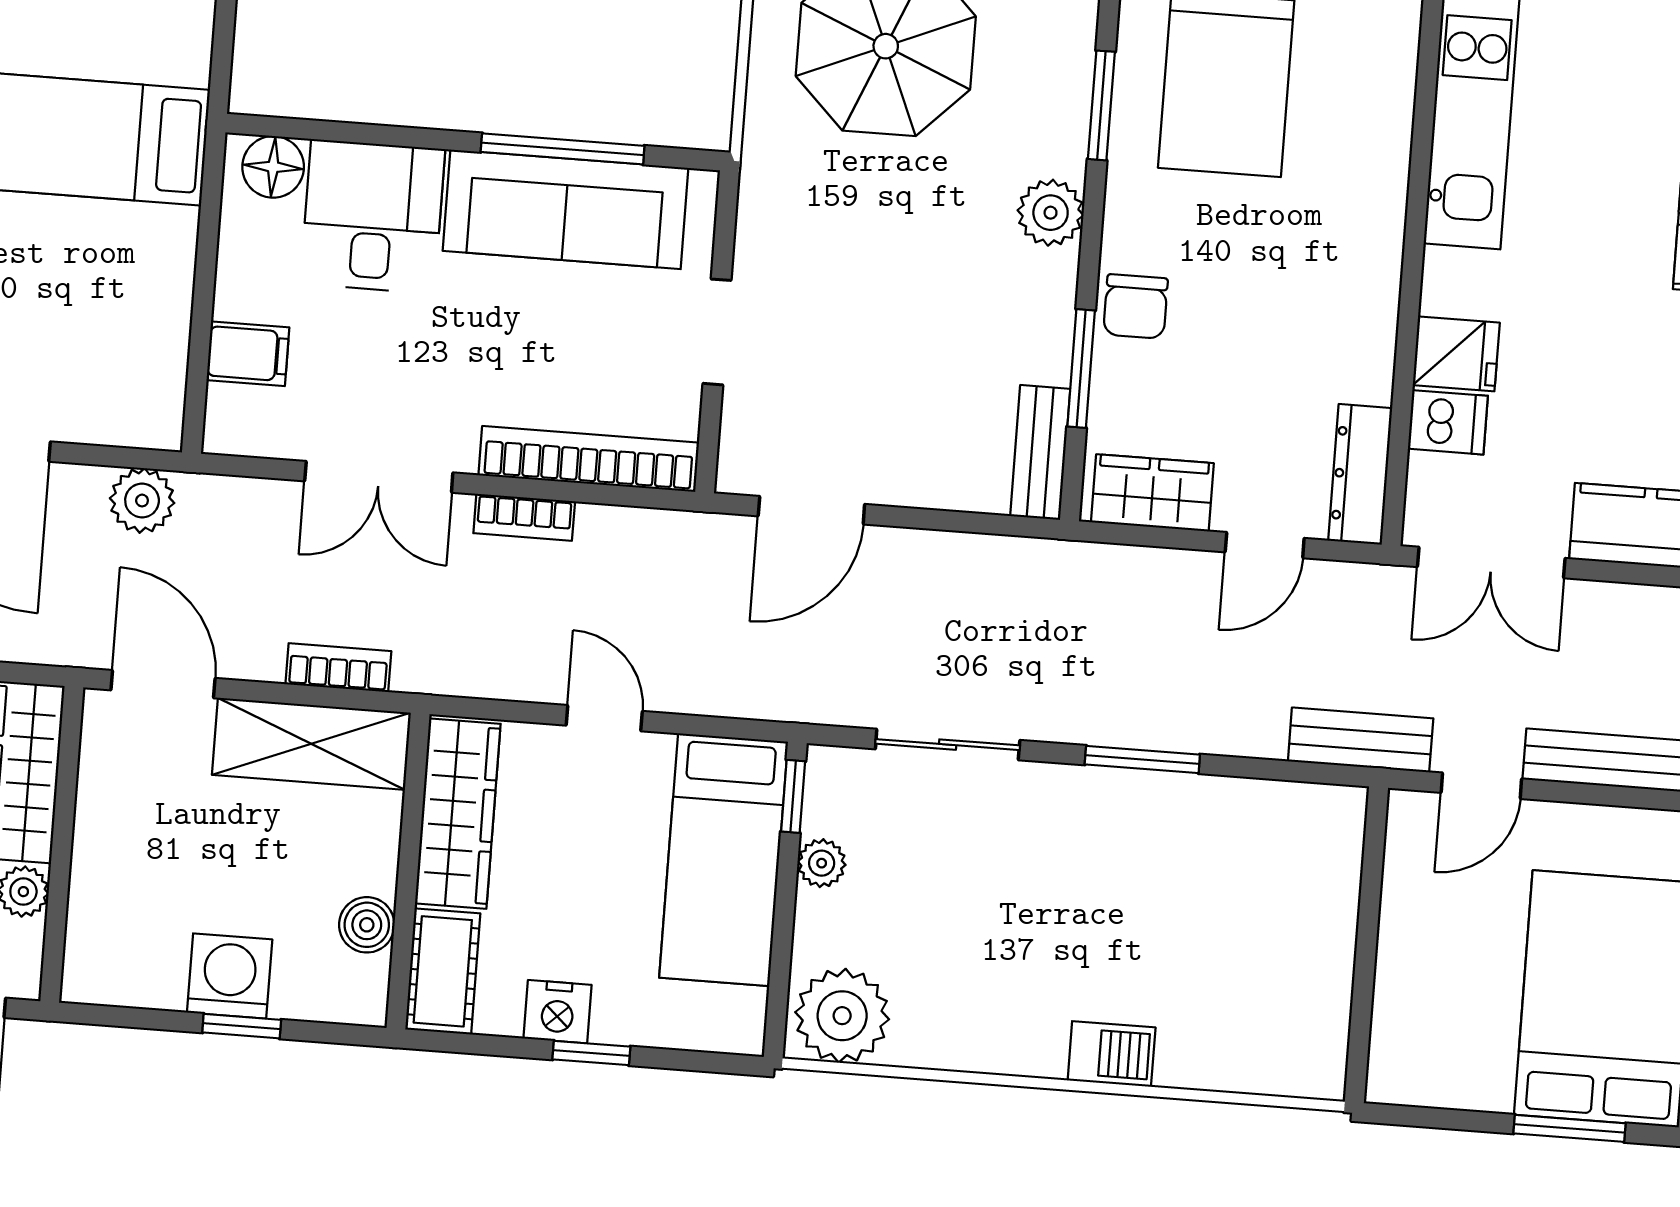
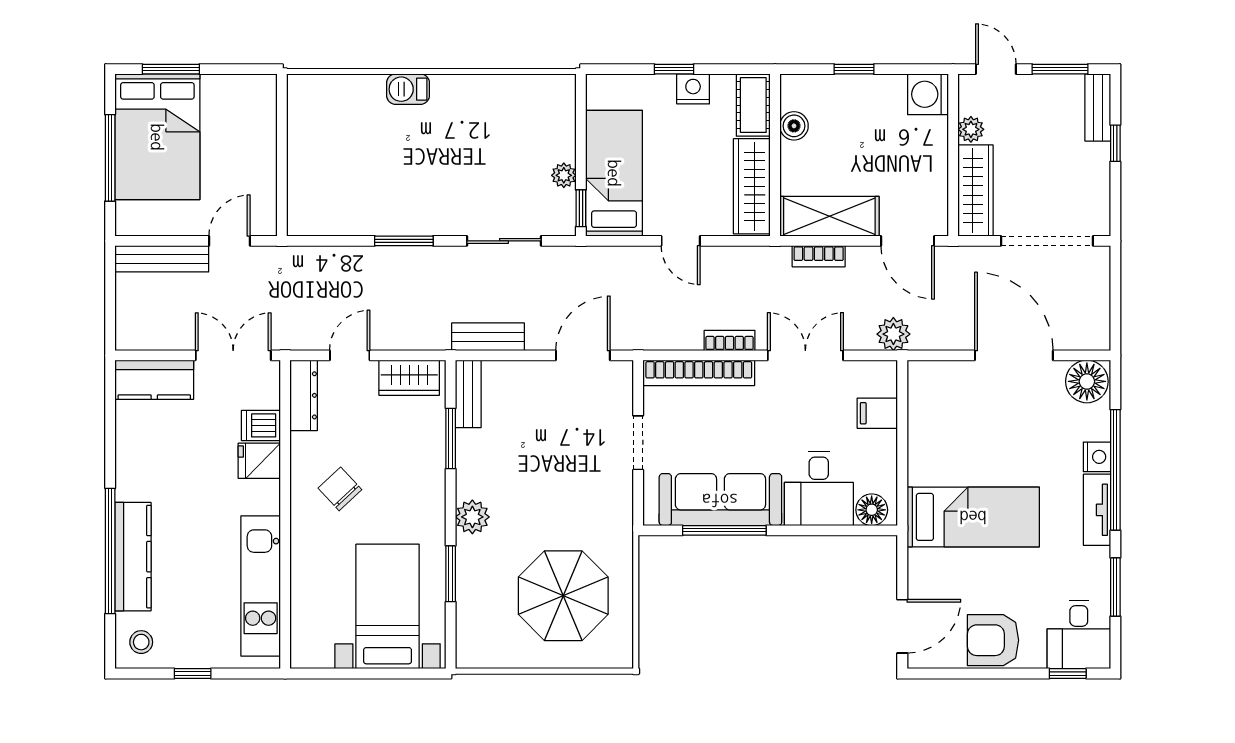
chair: (1136, 306) -> (340, 489), moved, turned -43
plant: (142, 501) -> (893, 334), moved
bench: (1361, 740) -> (488, 337), moved
washing machine: (230, 976) -> (928, 94), moved, turned 90
plant: (842, 1016) -> (547, 98), removed

